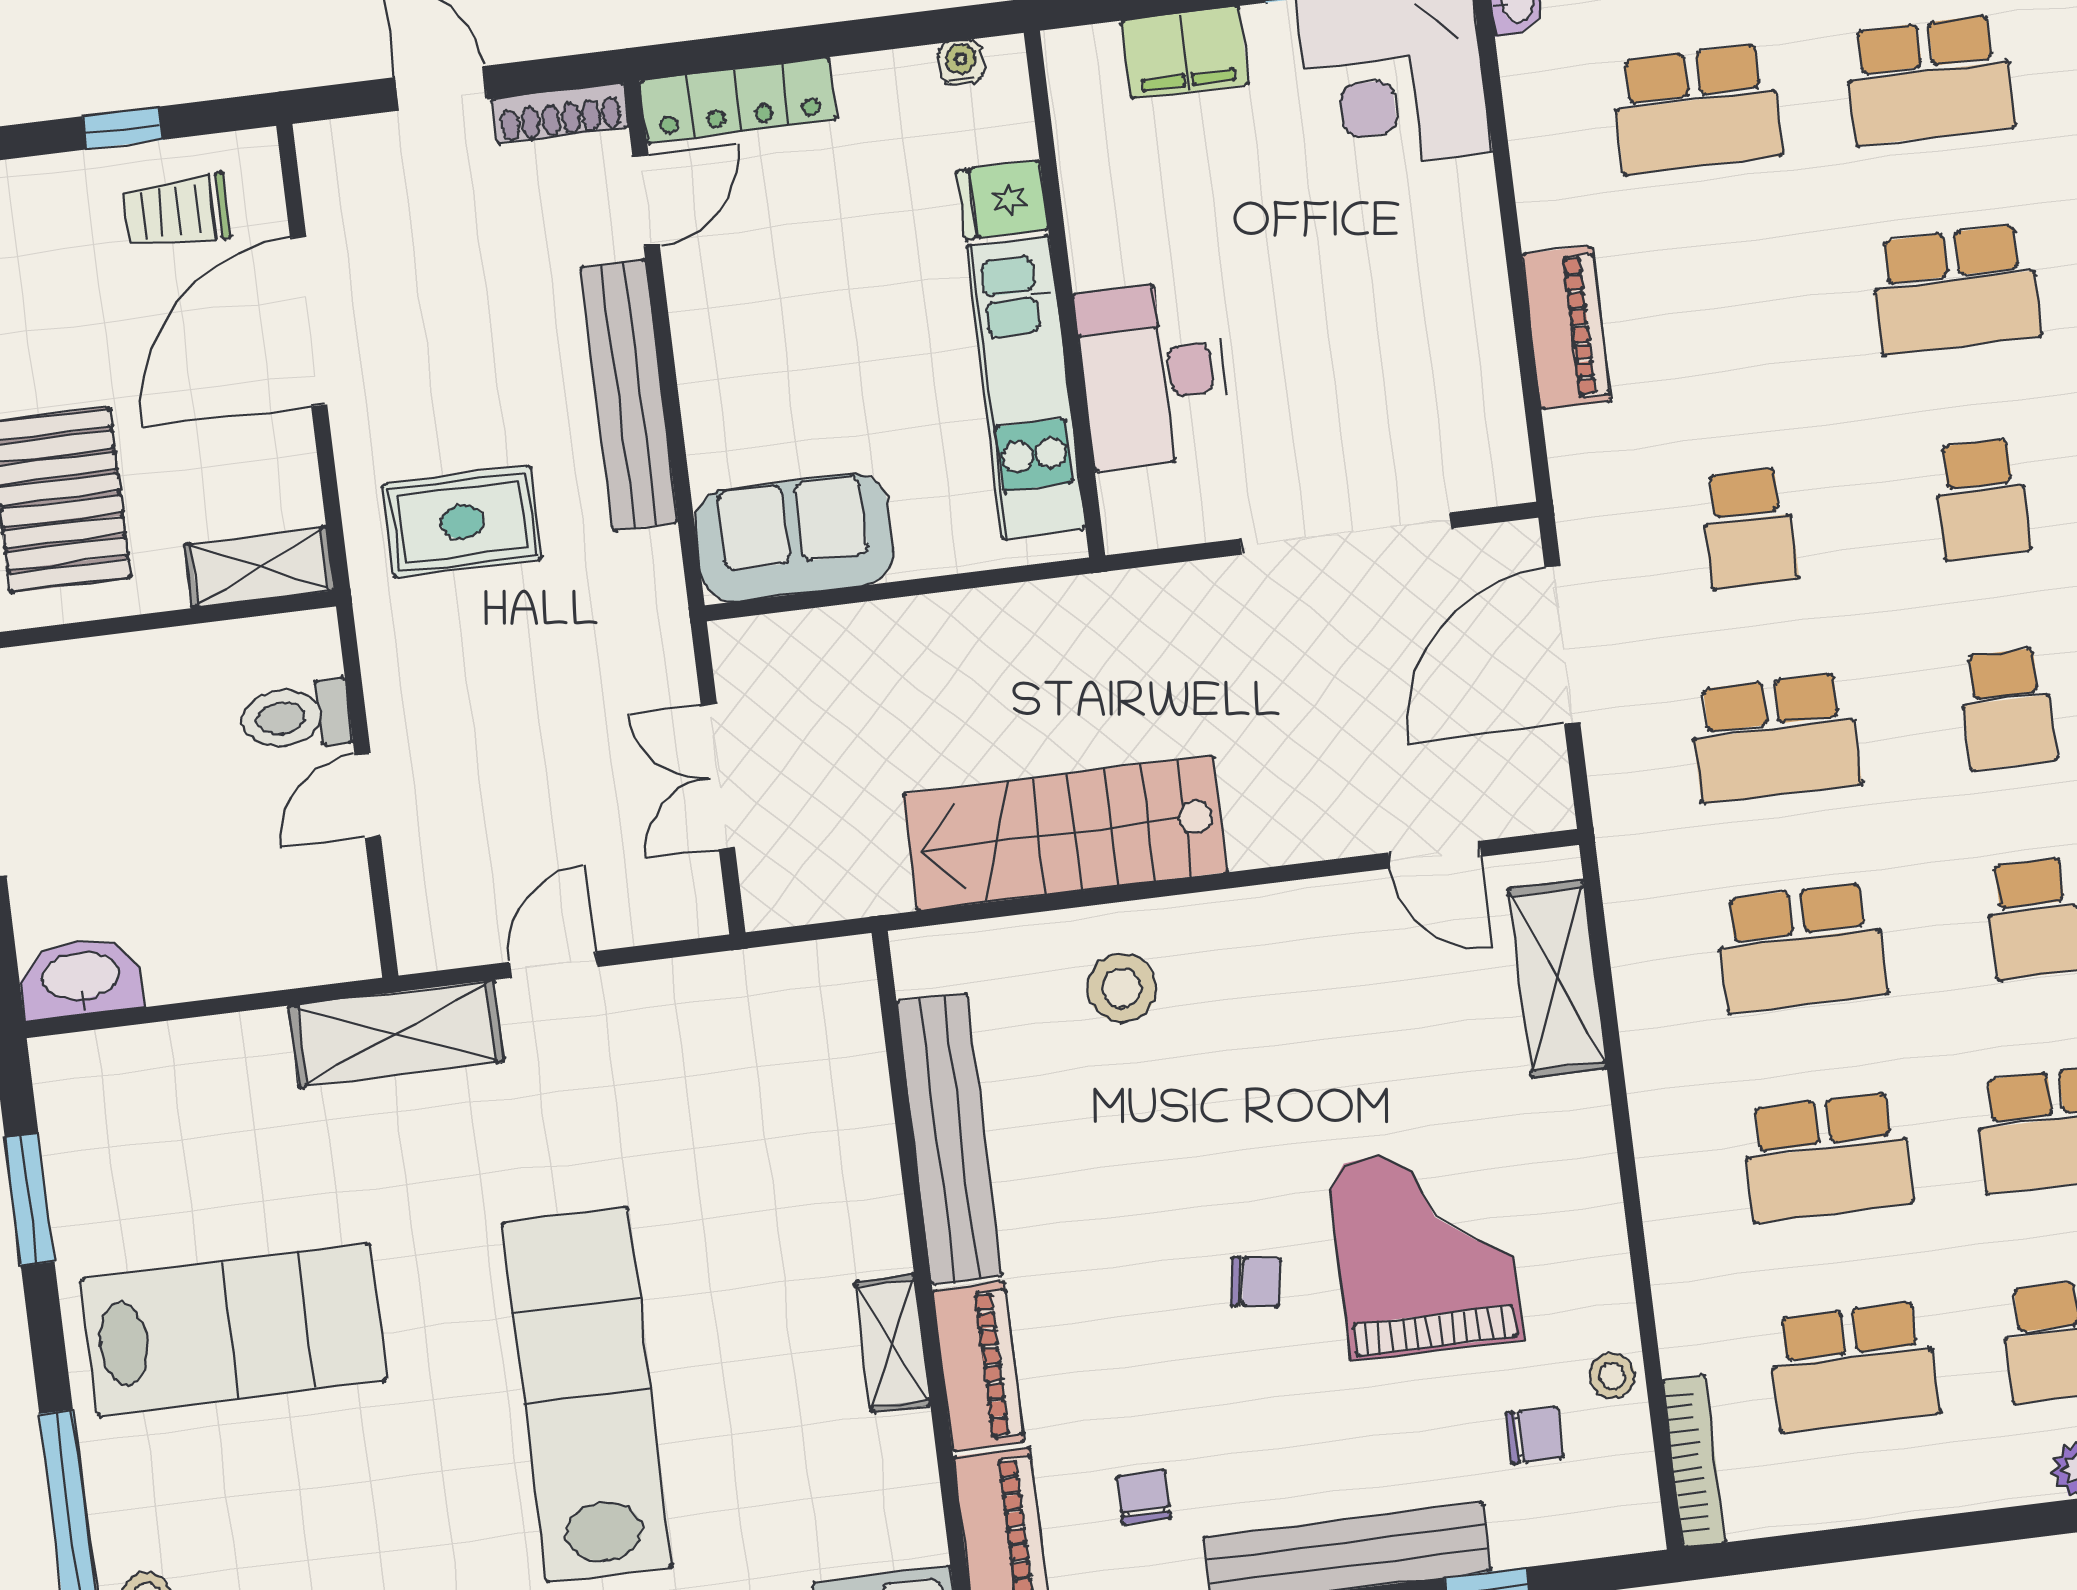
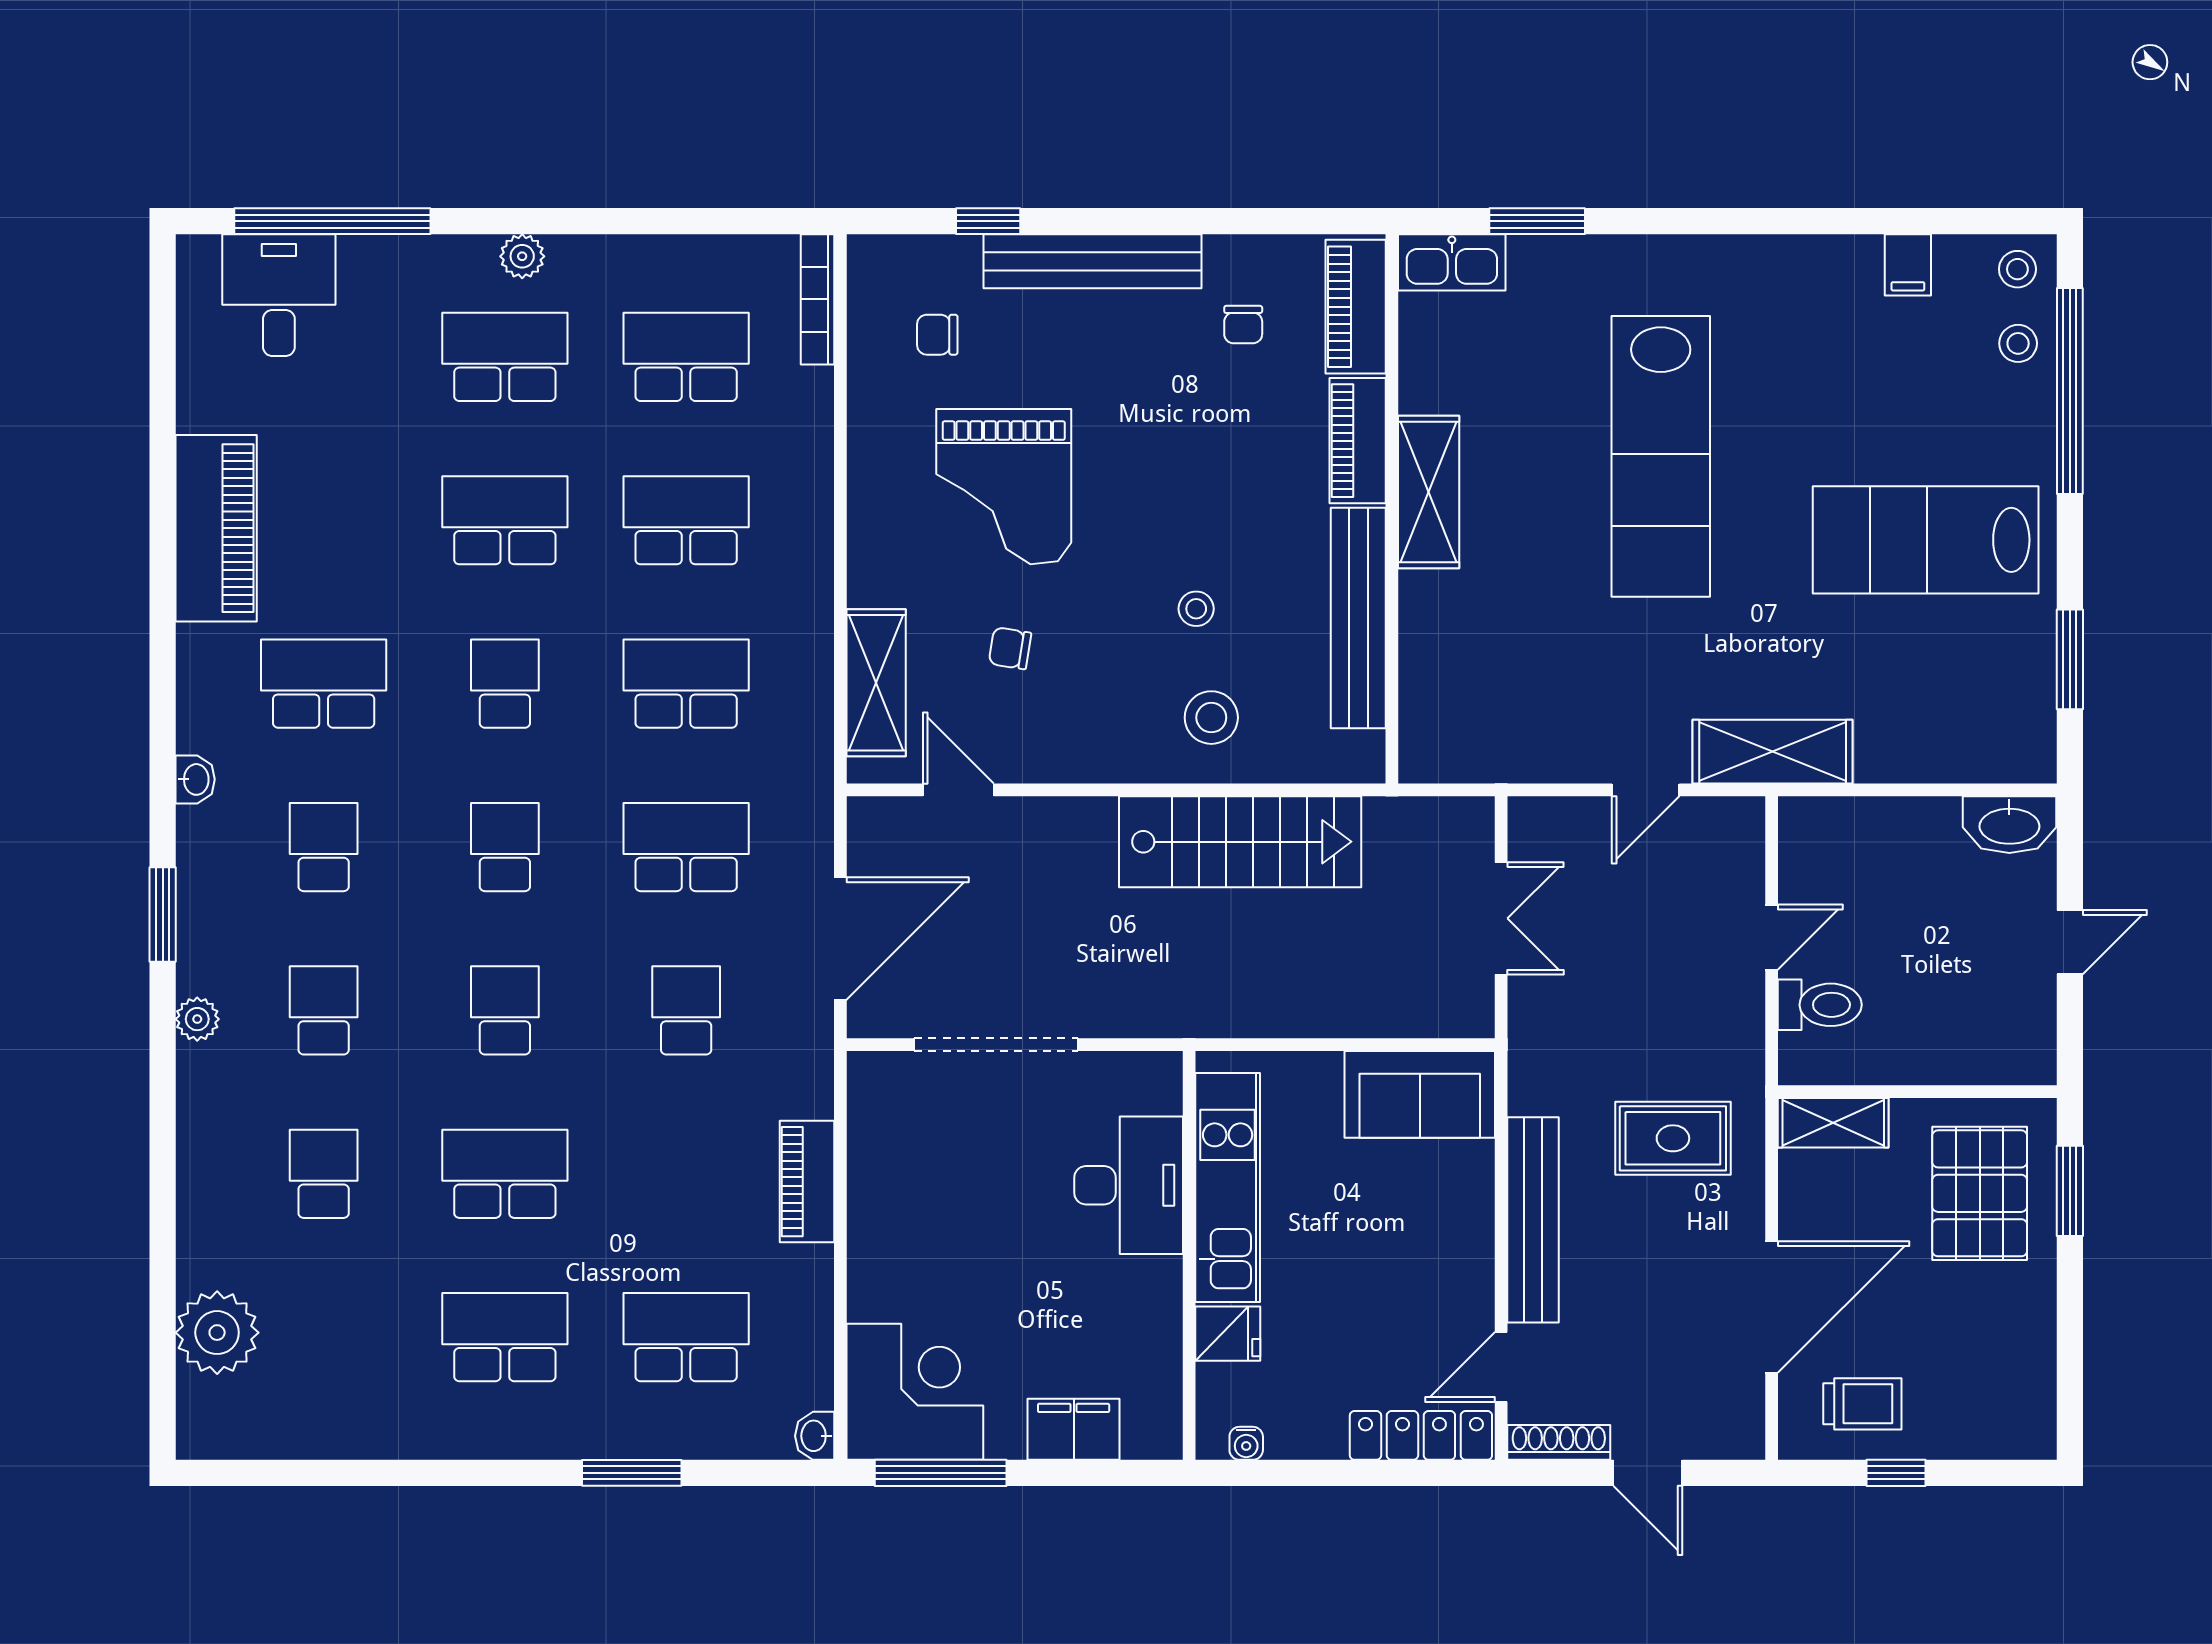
chair: (1256, 1282) -> (1010, 648), moved
shelving: (893, 1343) -> (1429, 492), width x1.50, depth x1.33
stool: (1612, 1376) -> (1196, 609), moved

